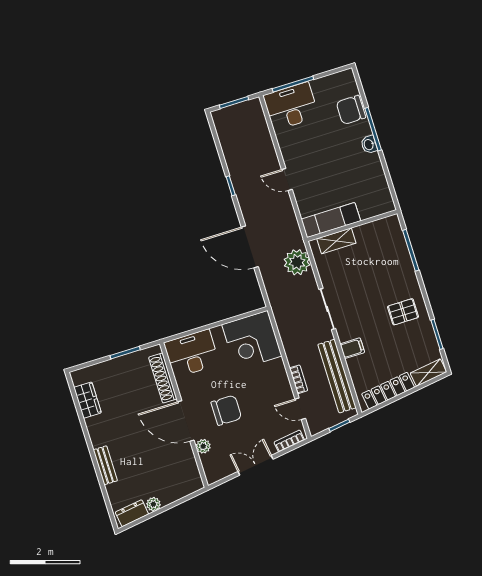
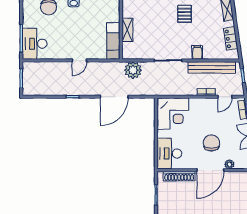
shelving: (336, 241) -> (127, 30), moved
locker: (388, 391) -> (231, 38), width x0.66

